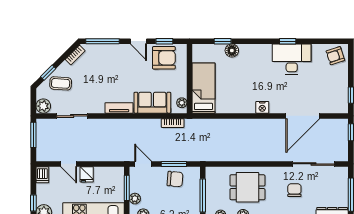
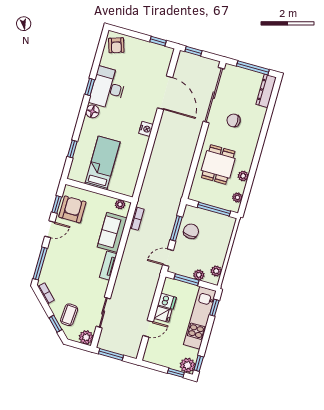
floor lamp: (232, 51) -> (92, 111), moved
bed: (203, 88) -> (102, 163), moved, turned 90
sliding door: (314, 164) -> (214, 95), width x1.36
dishwasher: (42, 175) -> (167, 301), moved

